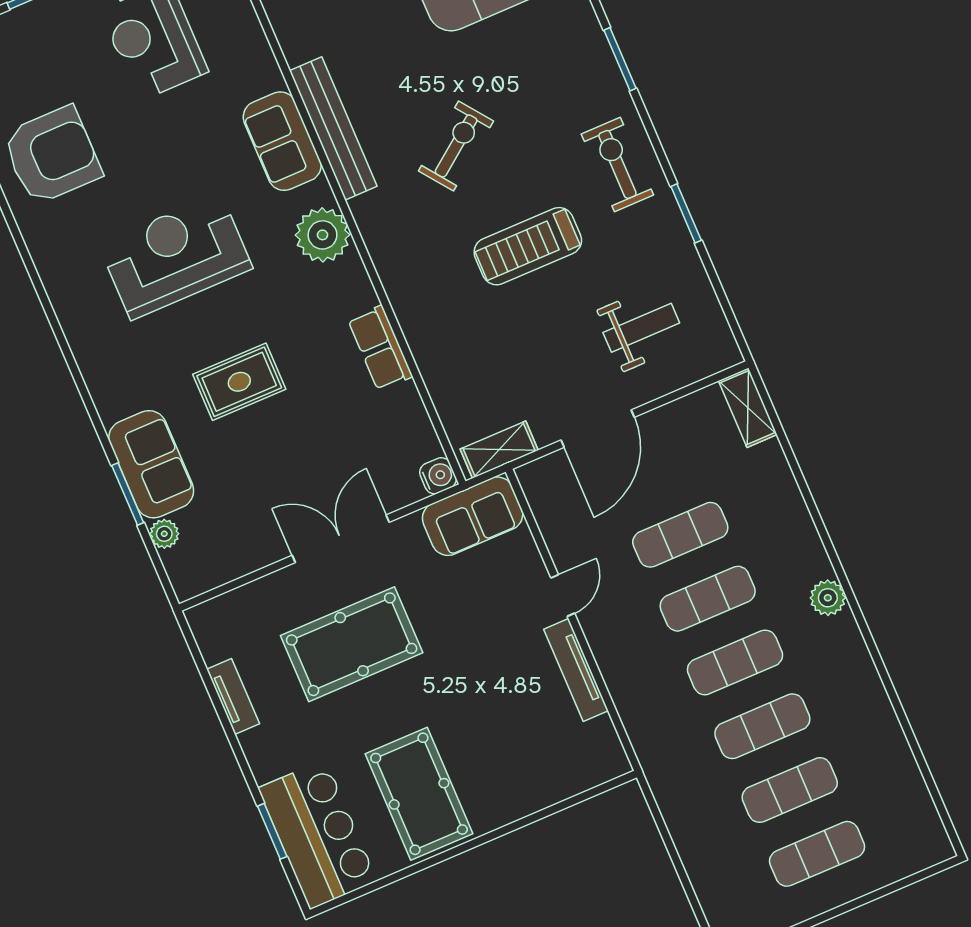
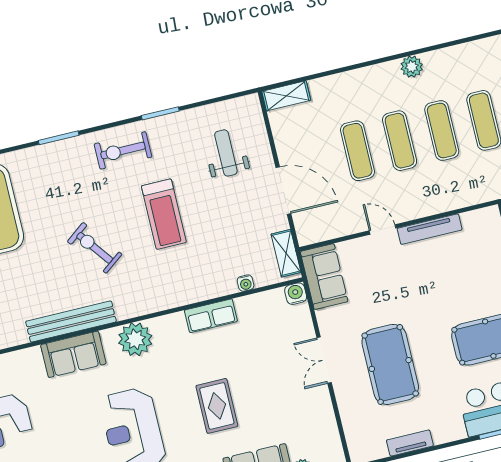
water cooler: (441, 394) -> (246, 283), added
double door: (341, 539) -> (324, 360), width x0.73

